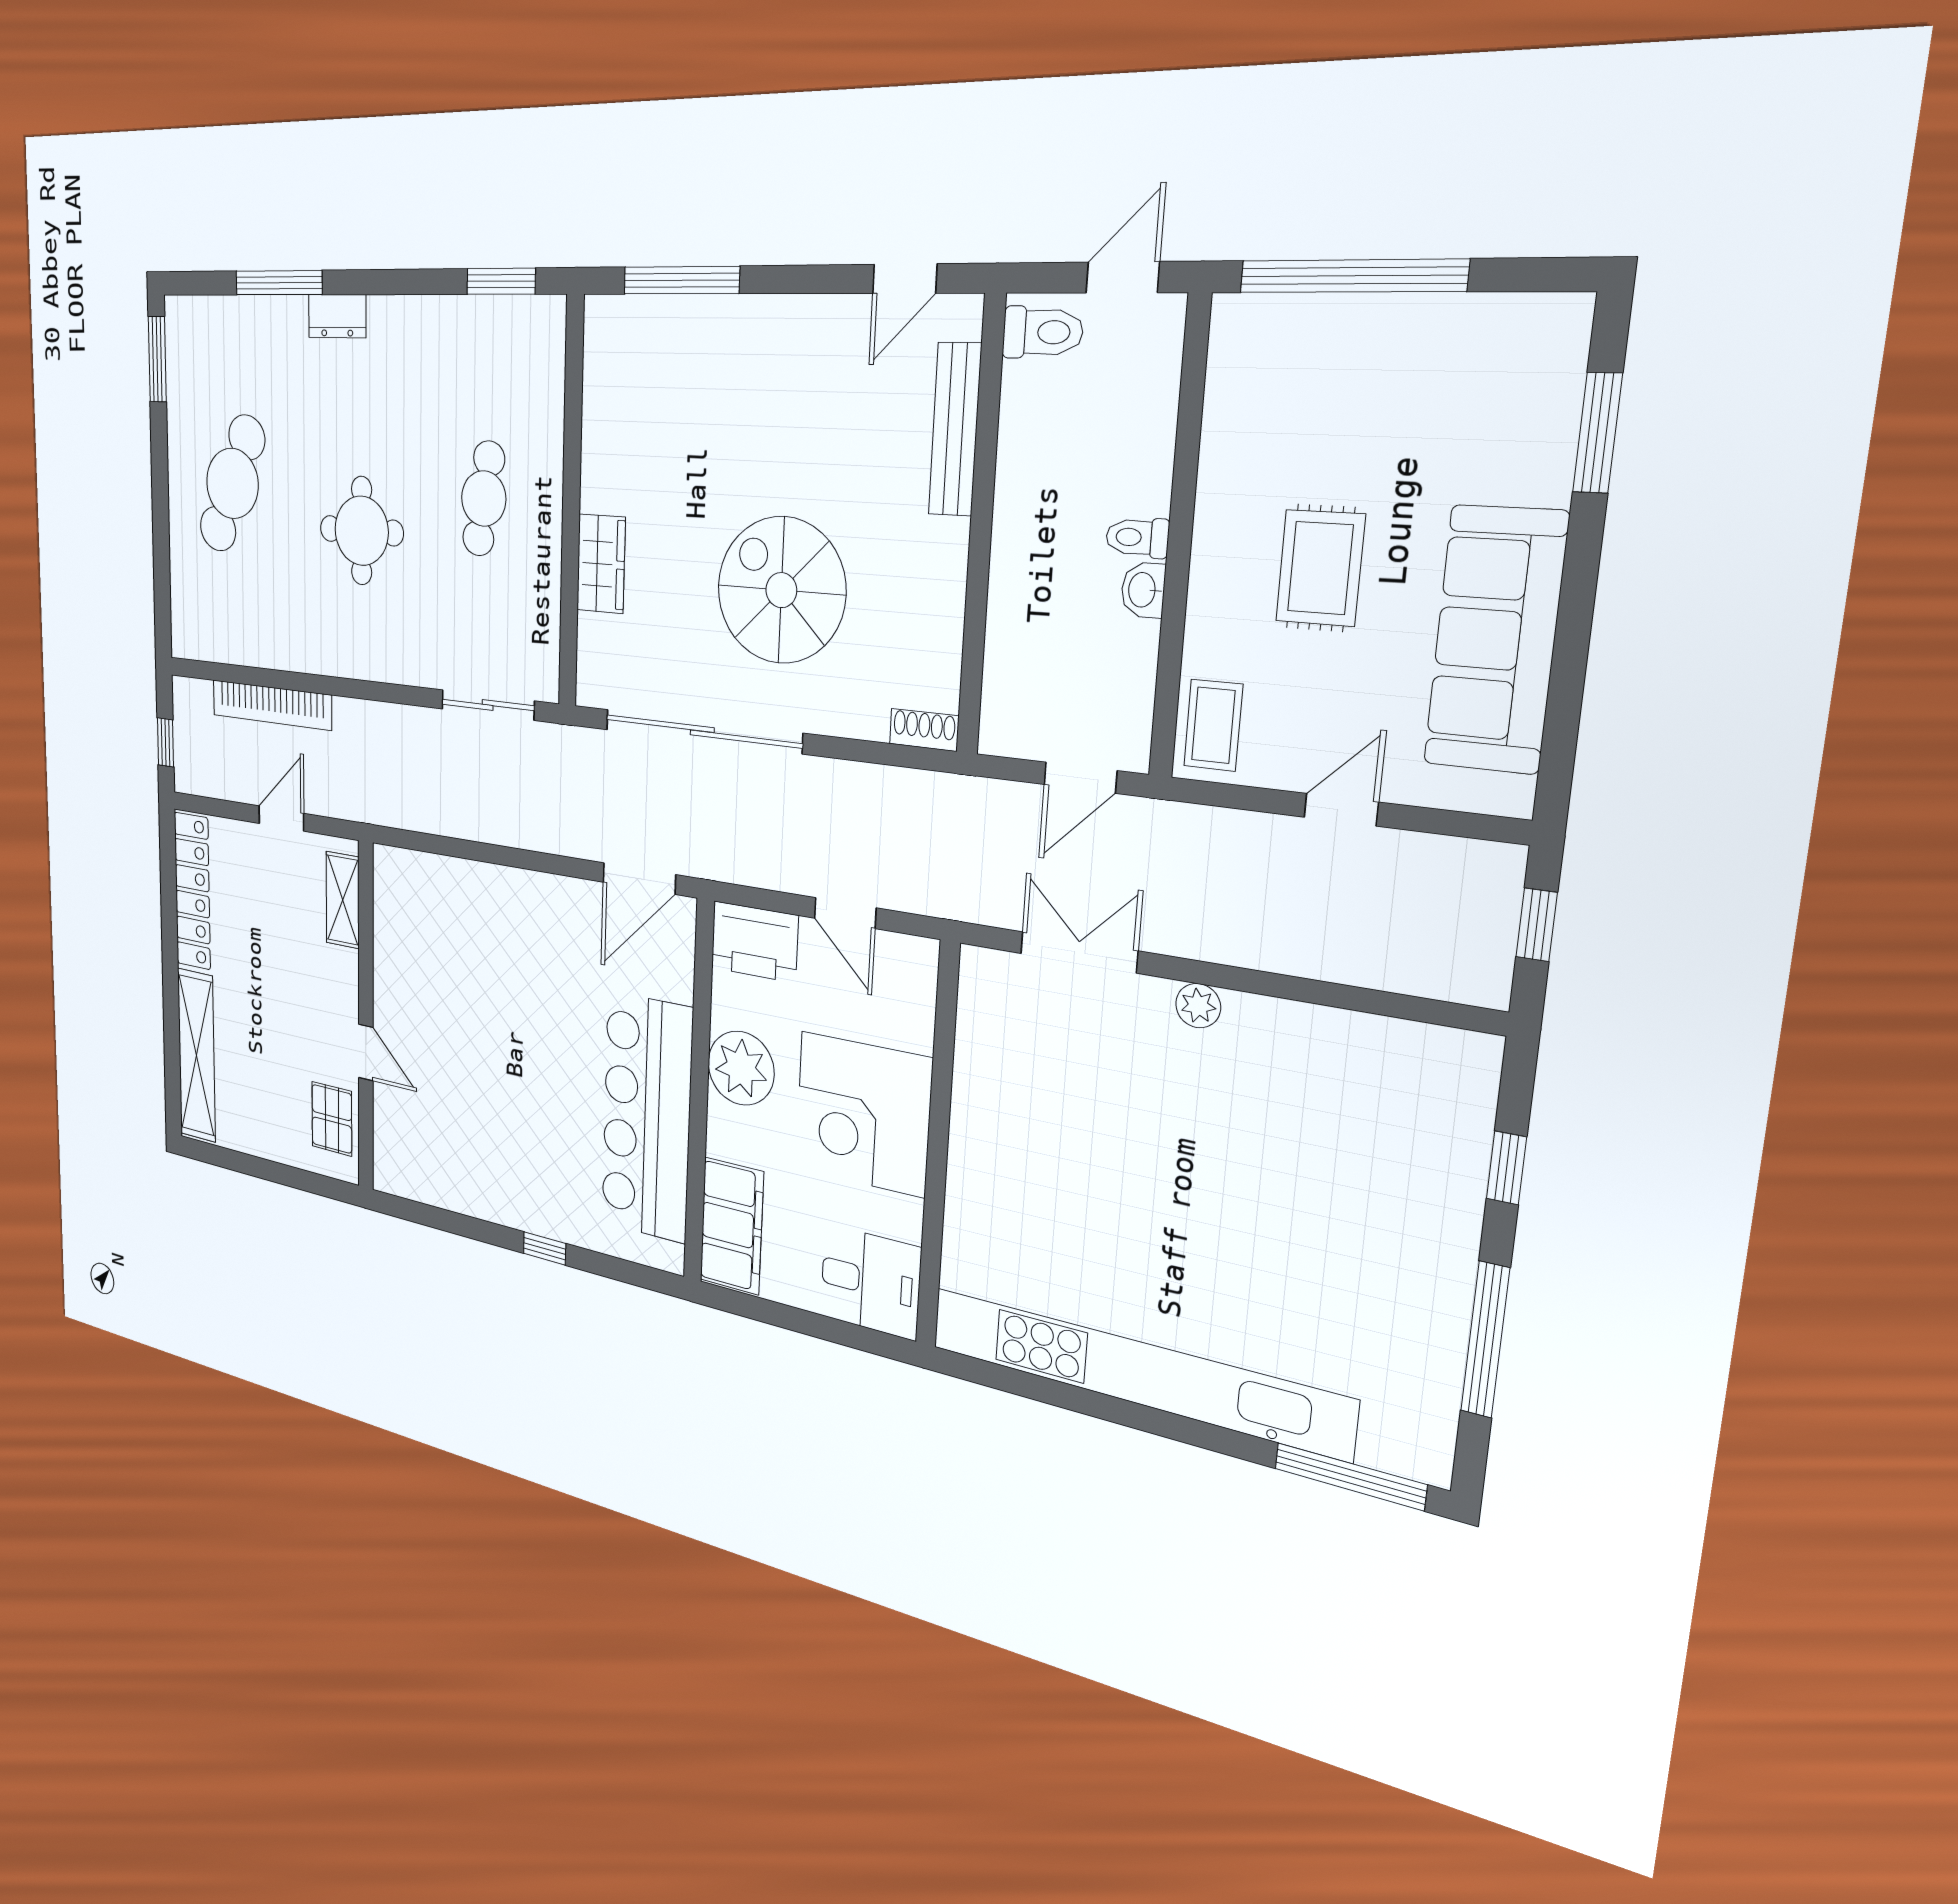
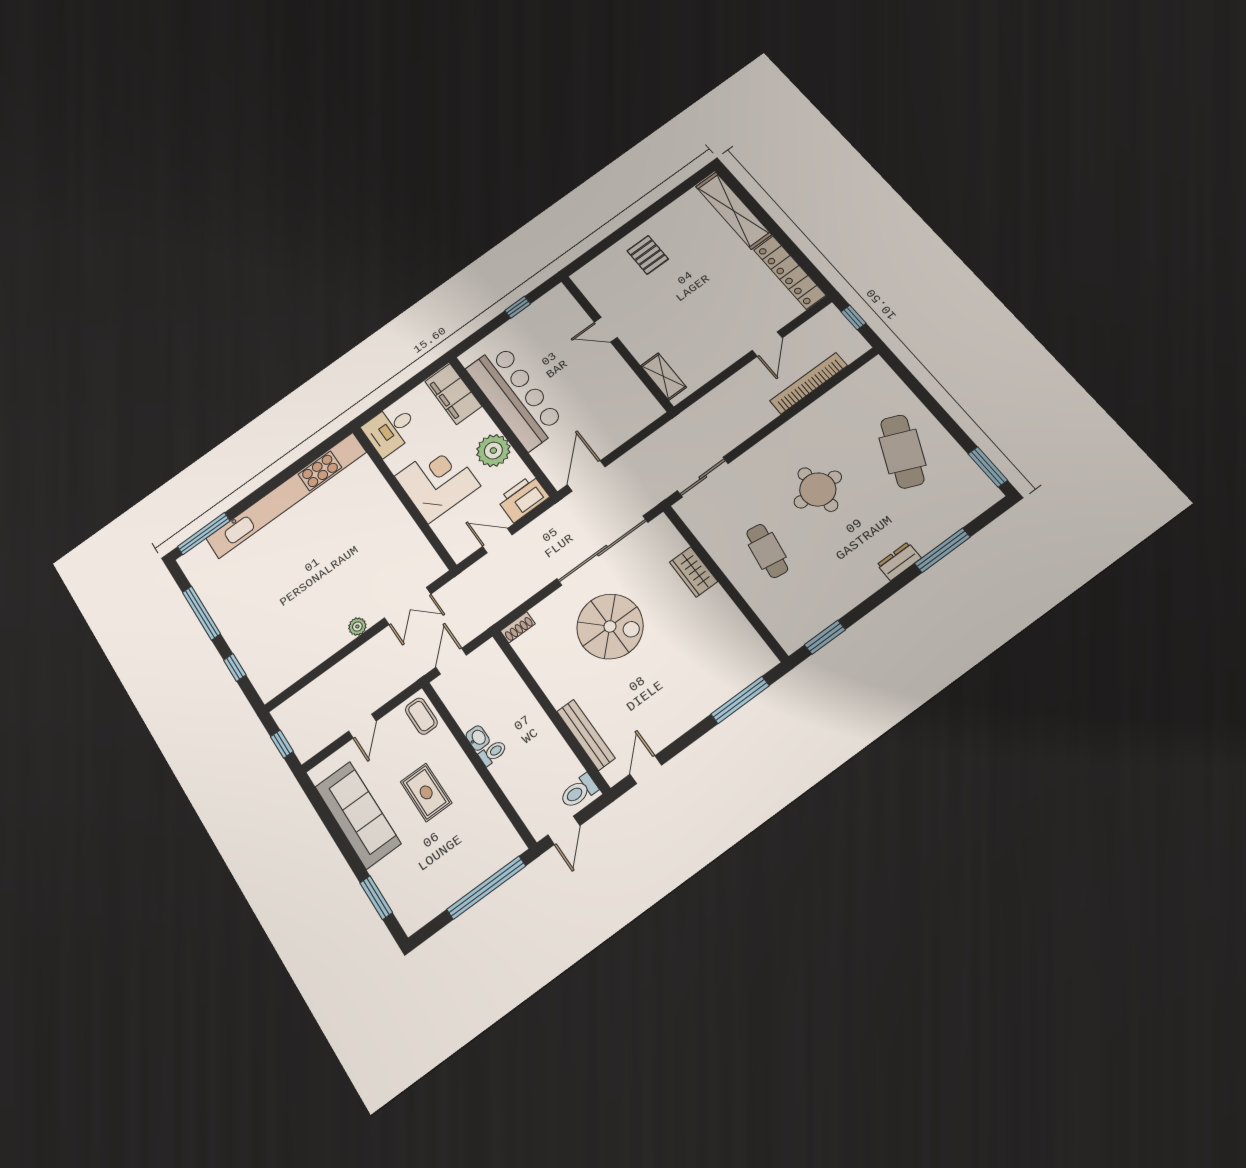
shelving: (343, 900) -> (664, 376), moved
wall: (366, 1018) -> (616, 343), moved
door: (366, 1052) -> (606, 330), moved

